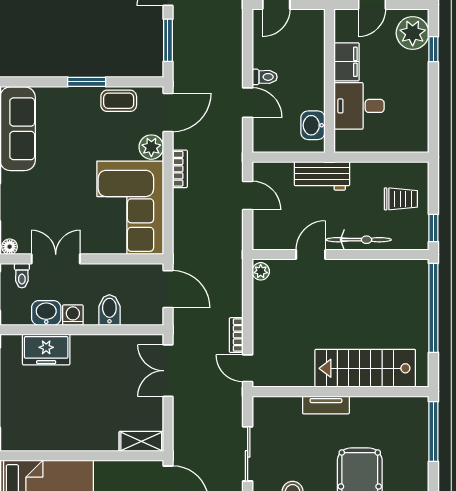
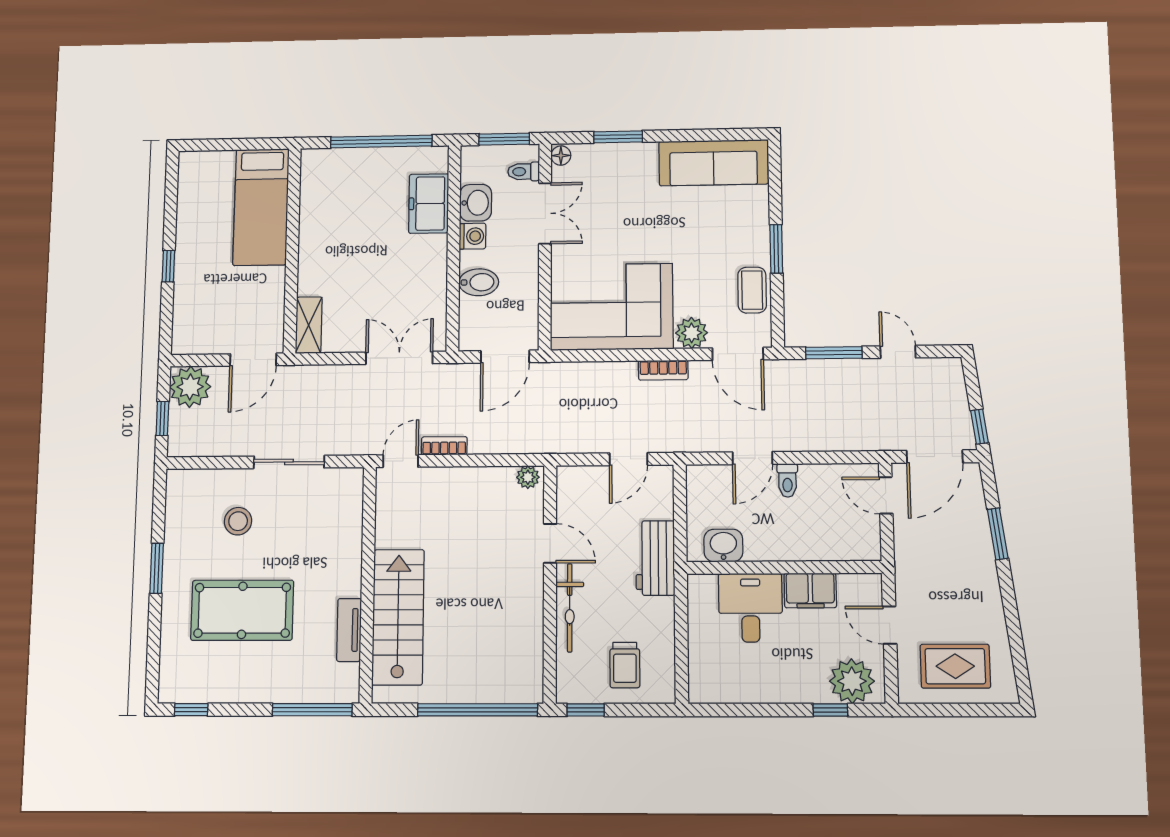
tv unit: (326, 405) -> (349, 630), moved

